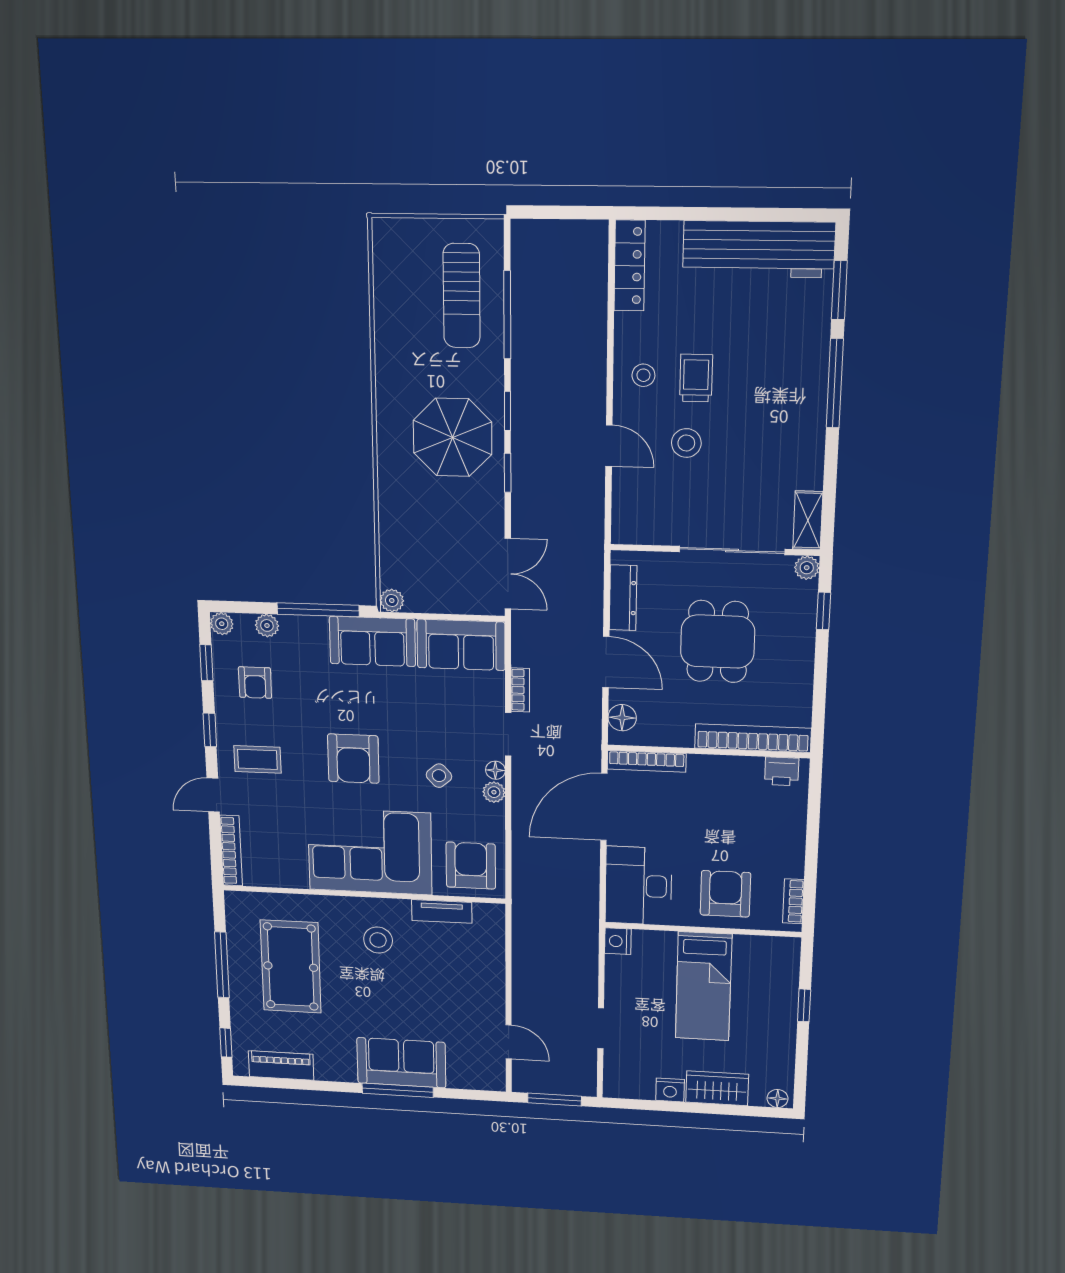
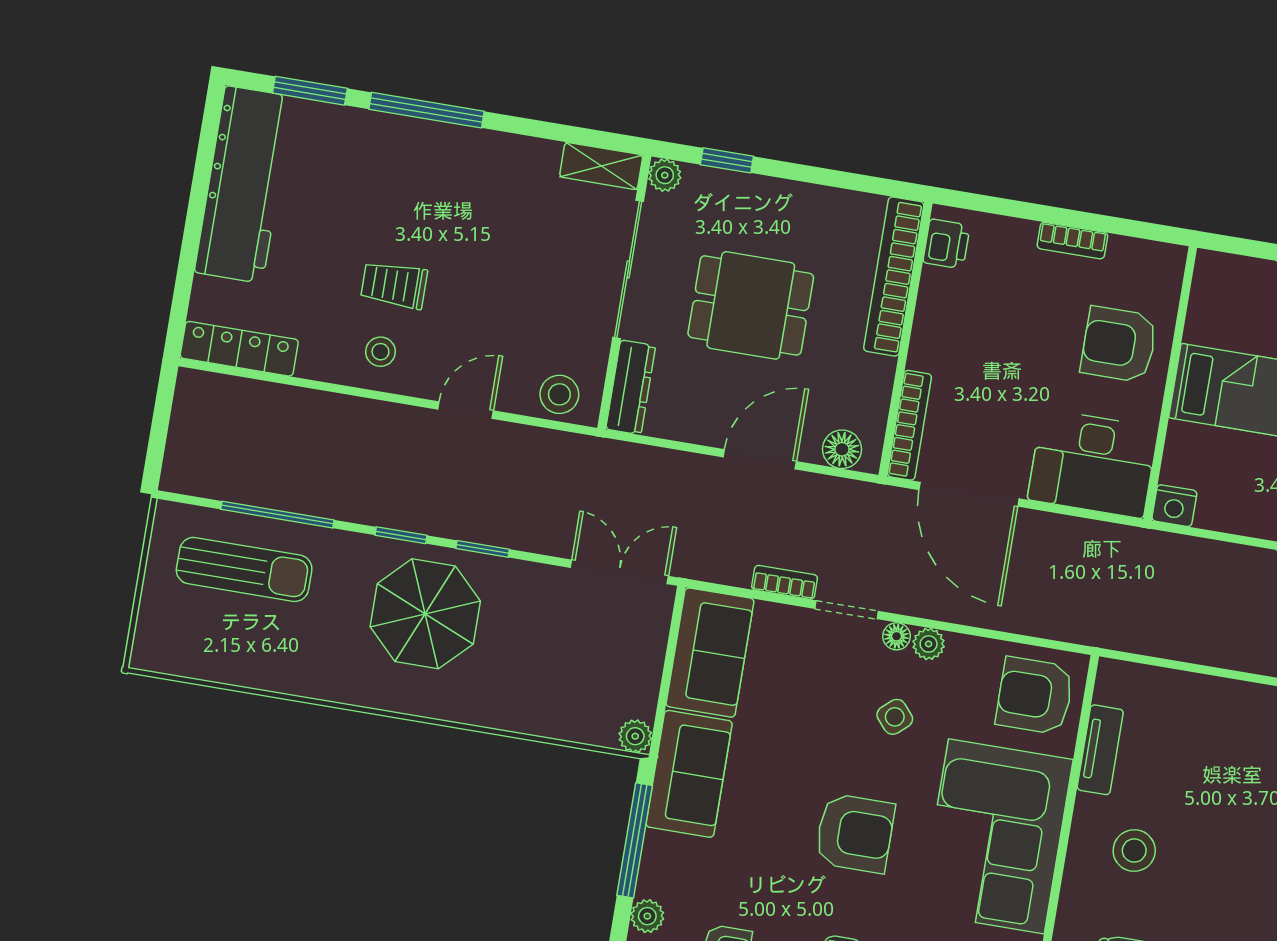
stool: (686, 443) -> (559, 394), moved
dresser: (623, 598) -> (631, 387), moved, turned 90
bookcase: (793, 901) -> (1072, 241), moved

